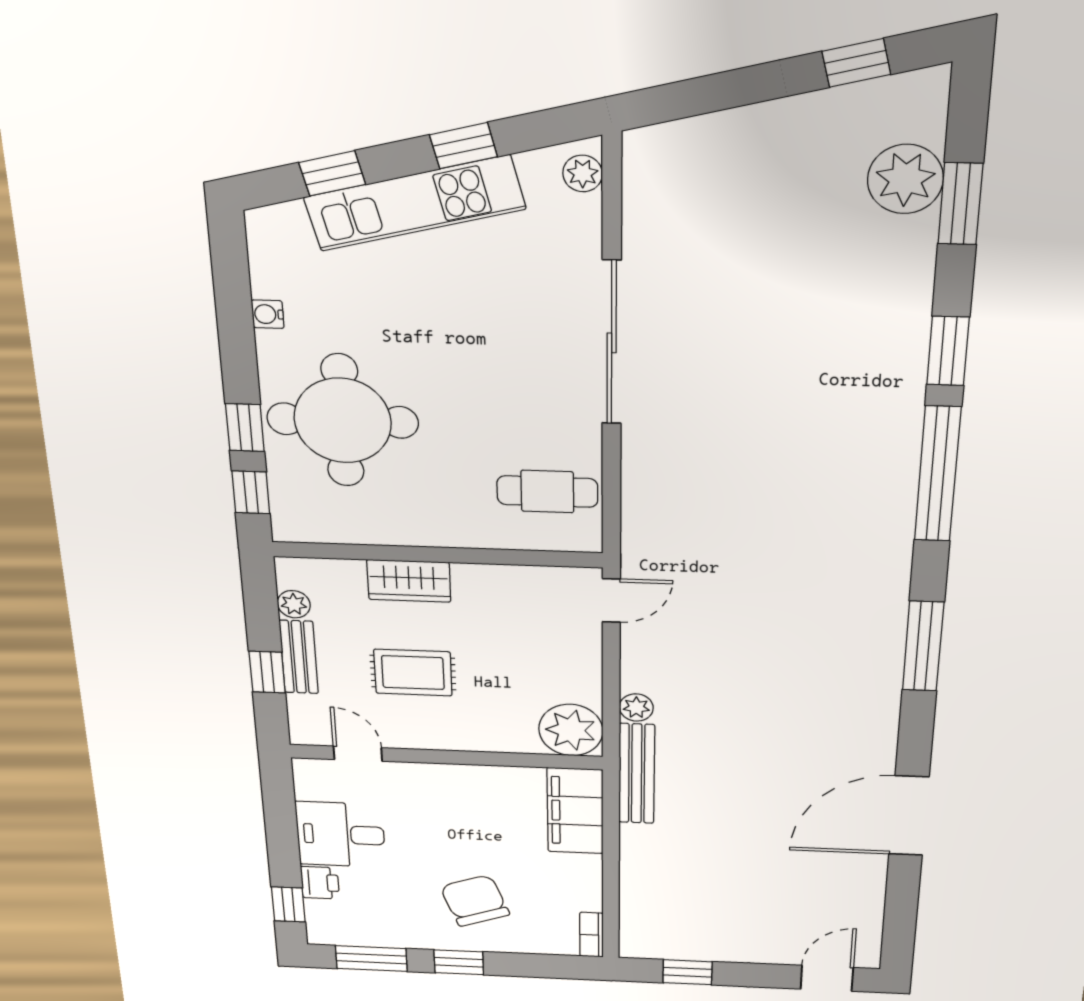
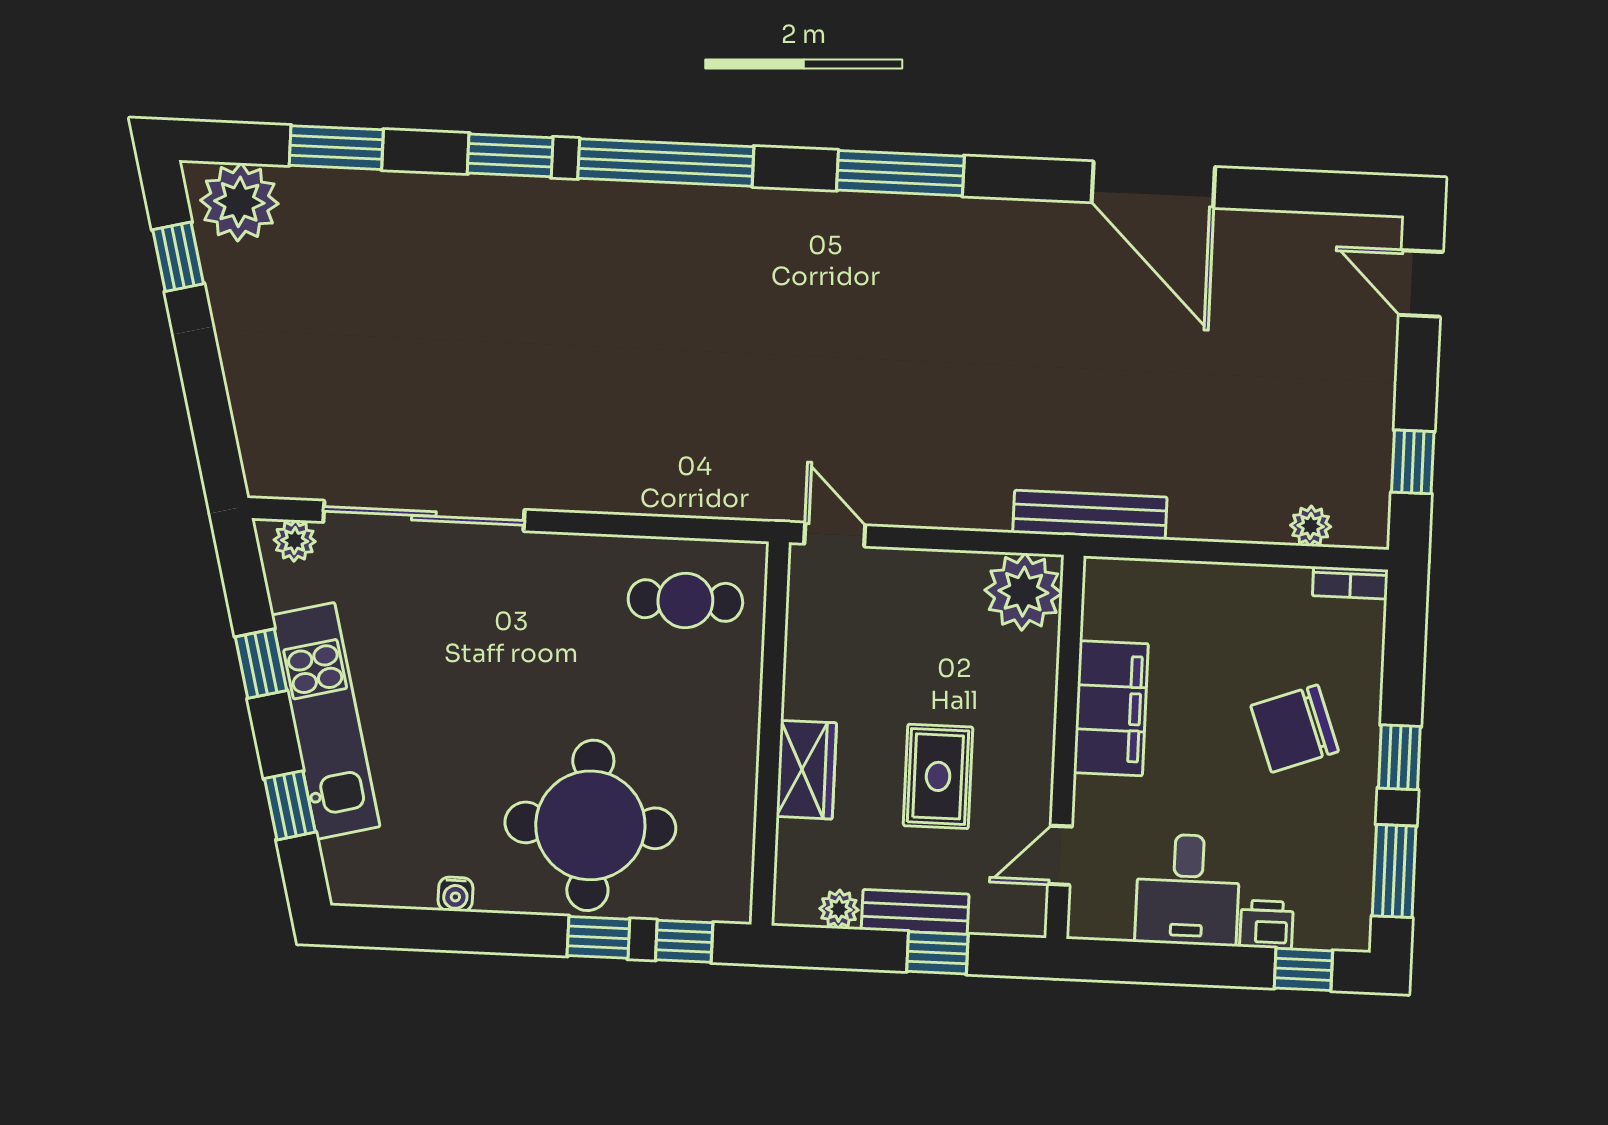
plant: (905, 179) -> (239, 202), moved
sliding door: (612, 343) -> (424, 516), moved
cafe table: (547, 492) -> (685, 601), turned 90
plant: (636, 707) -> (1311, 526), moved
filing cabinet: (575, 811) -> (1111, 708), moved, turned -90

